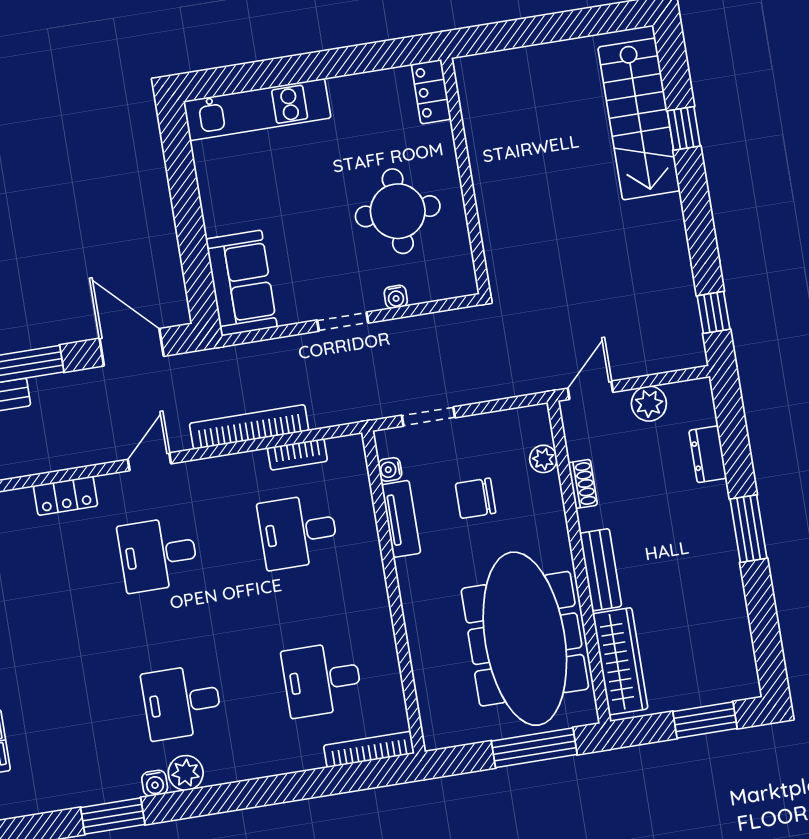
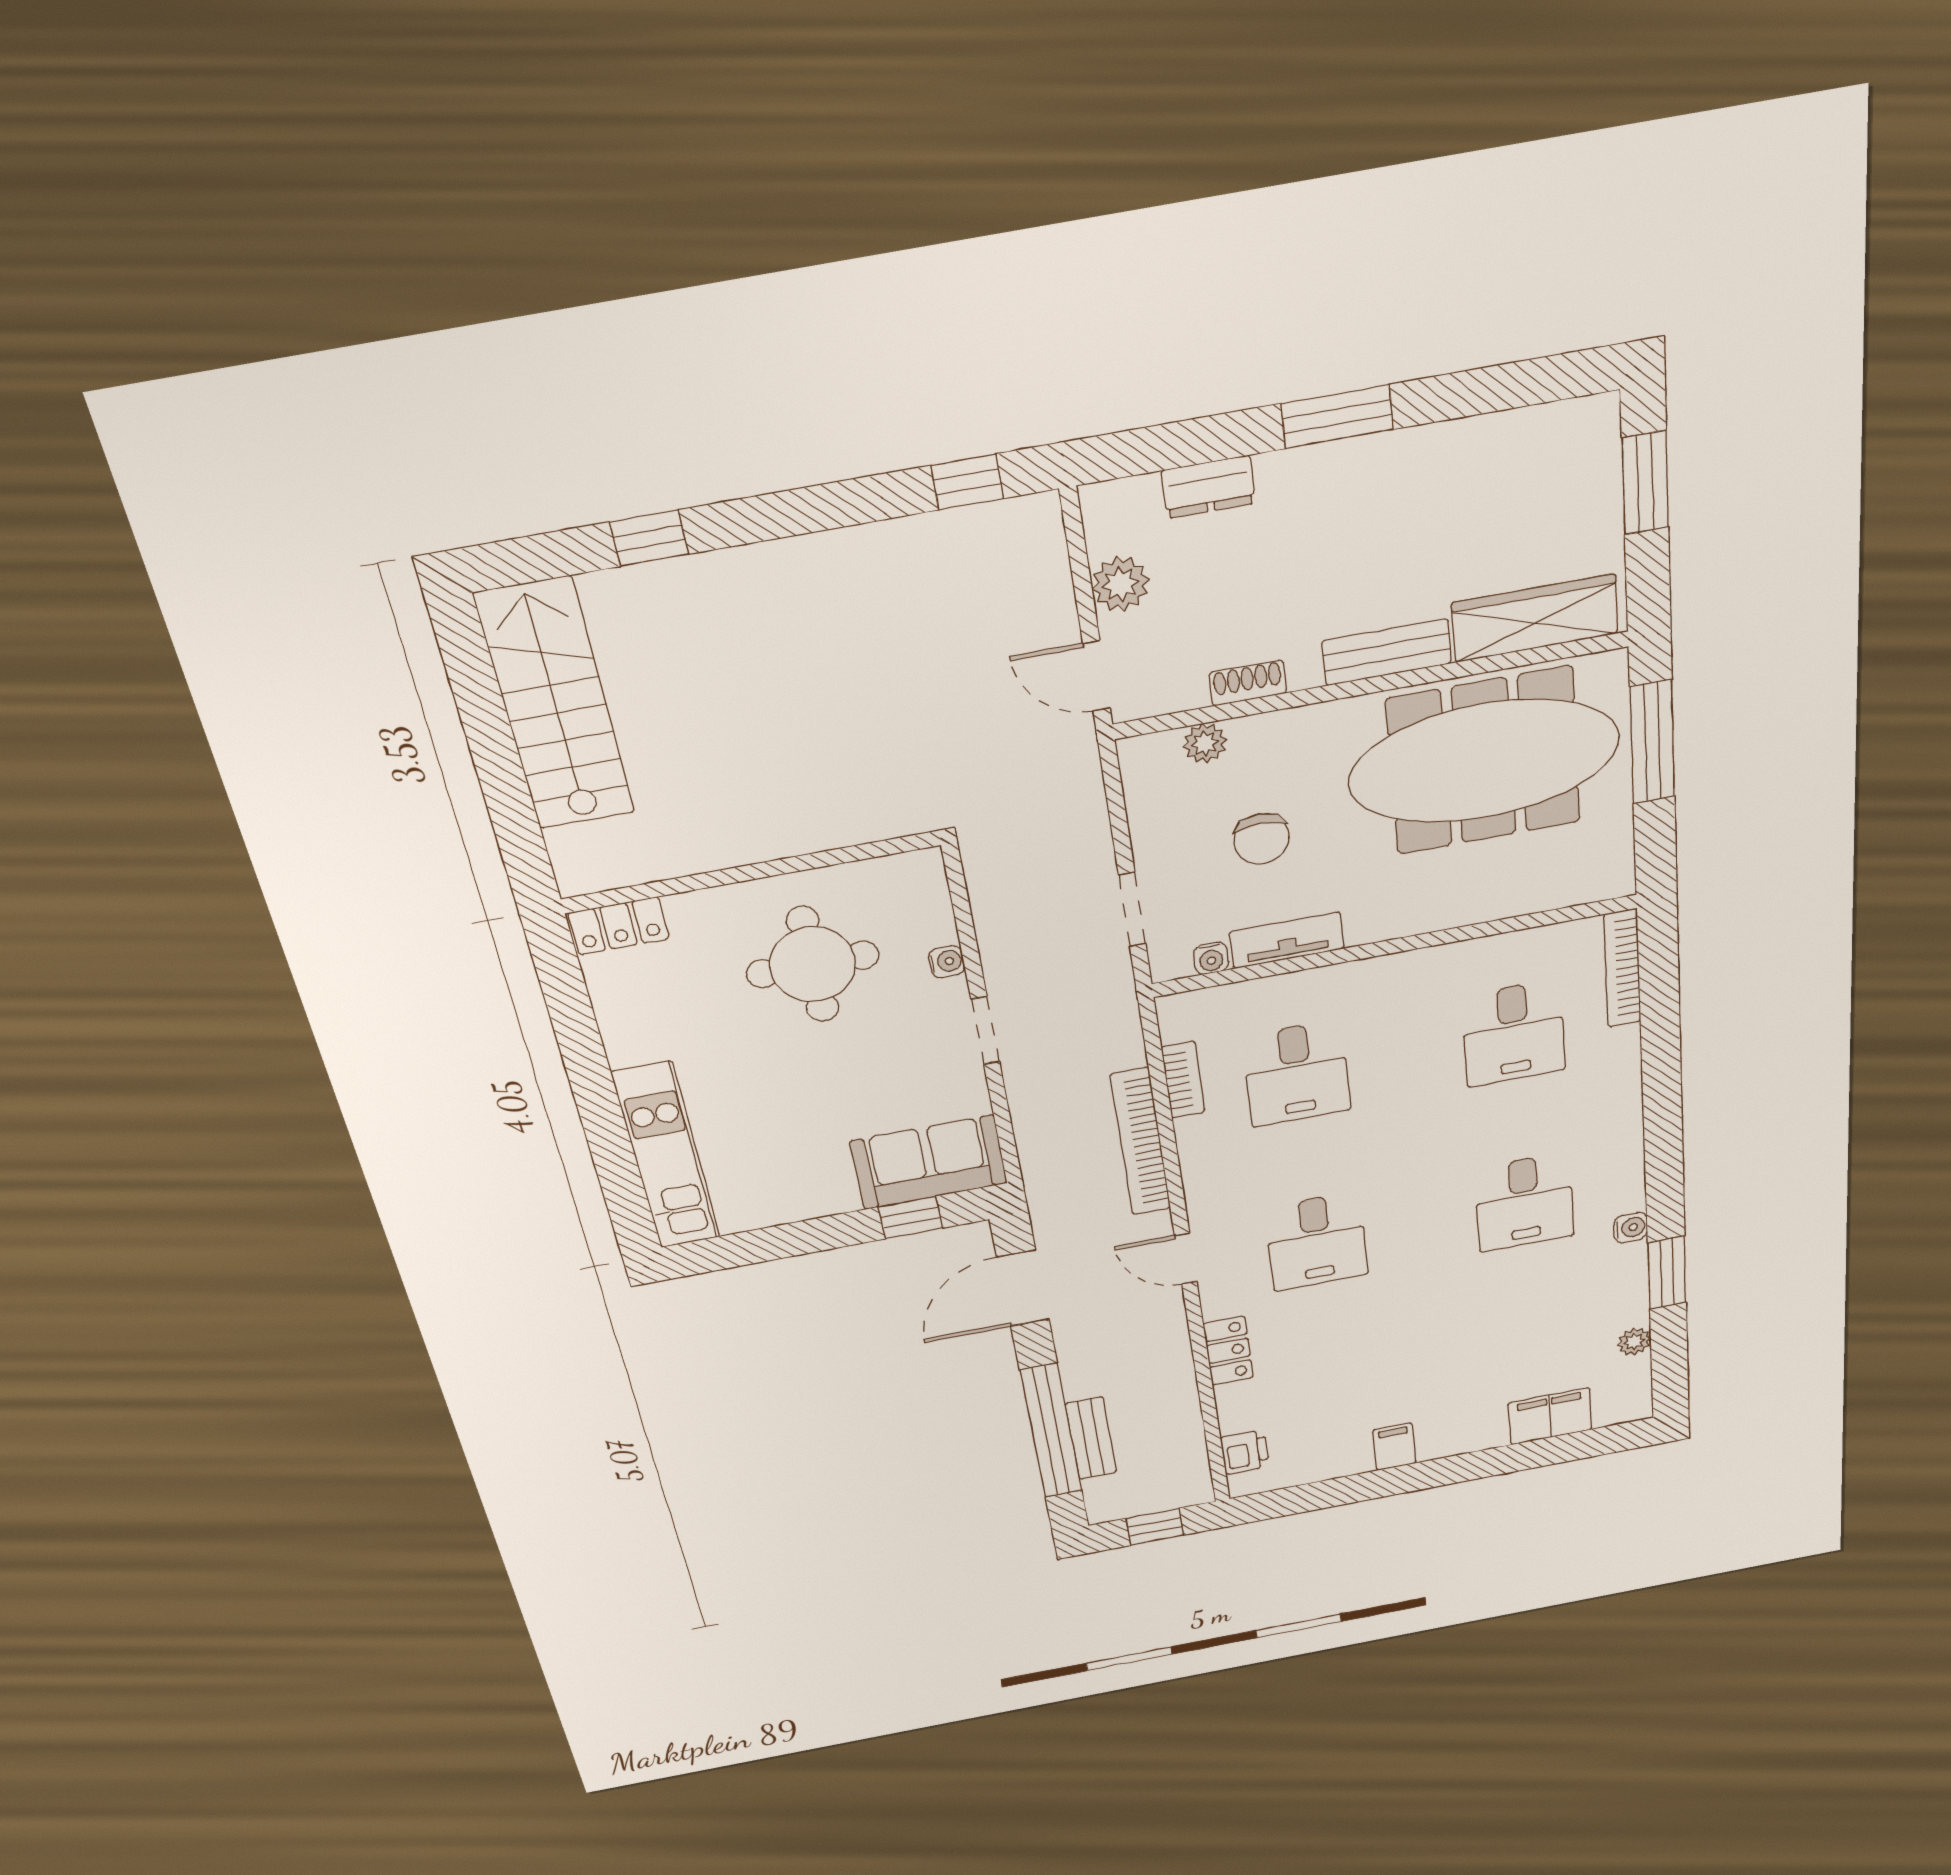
stairs: (639, 119) -> (555, 705), moved, turned -90
window: (197, 270) -> (910, 1218), added
plant: (186, 773) -> (1634, 1342), moved, width x0.73, depth x0.73

